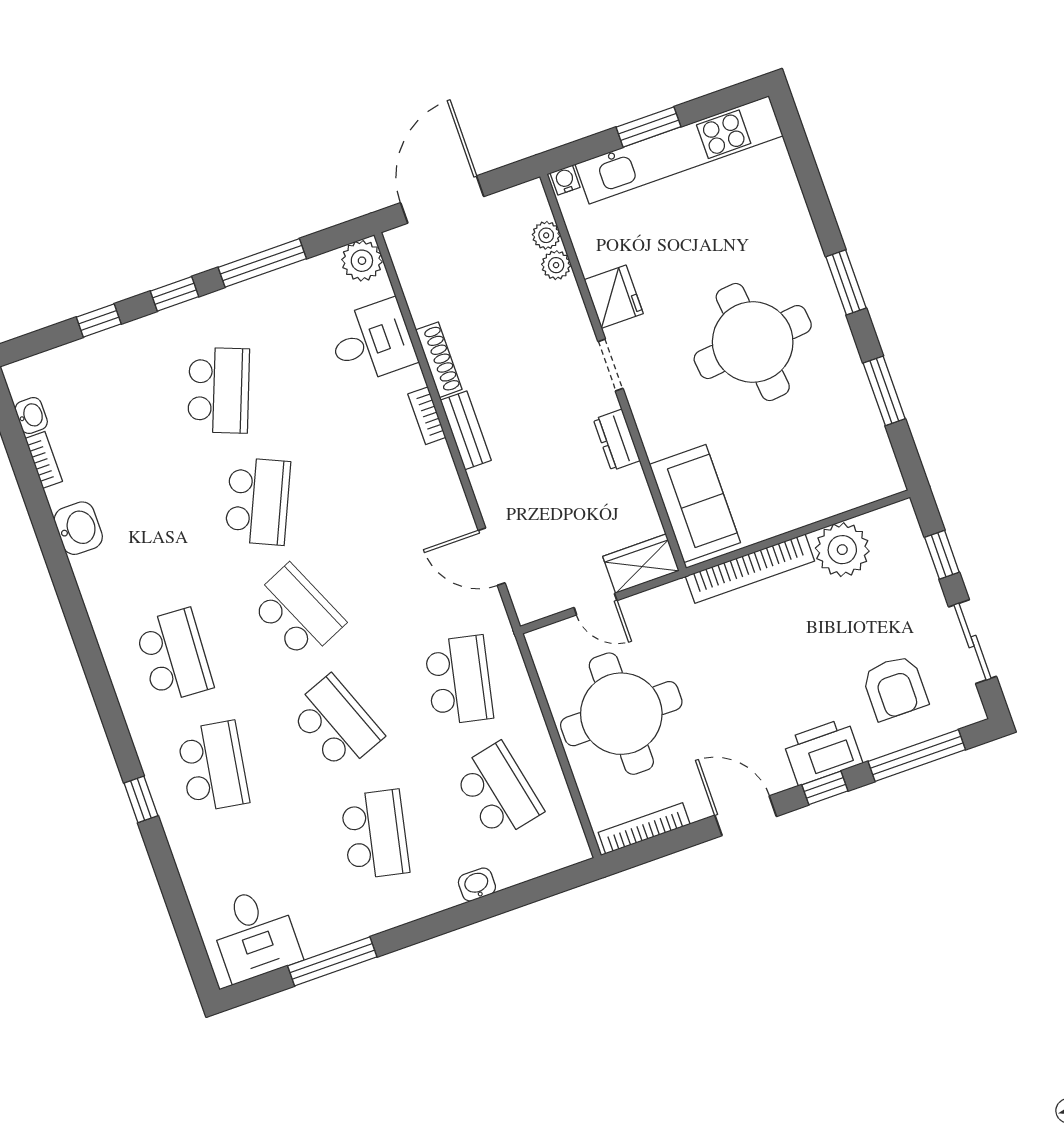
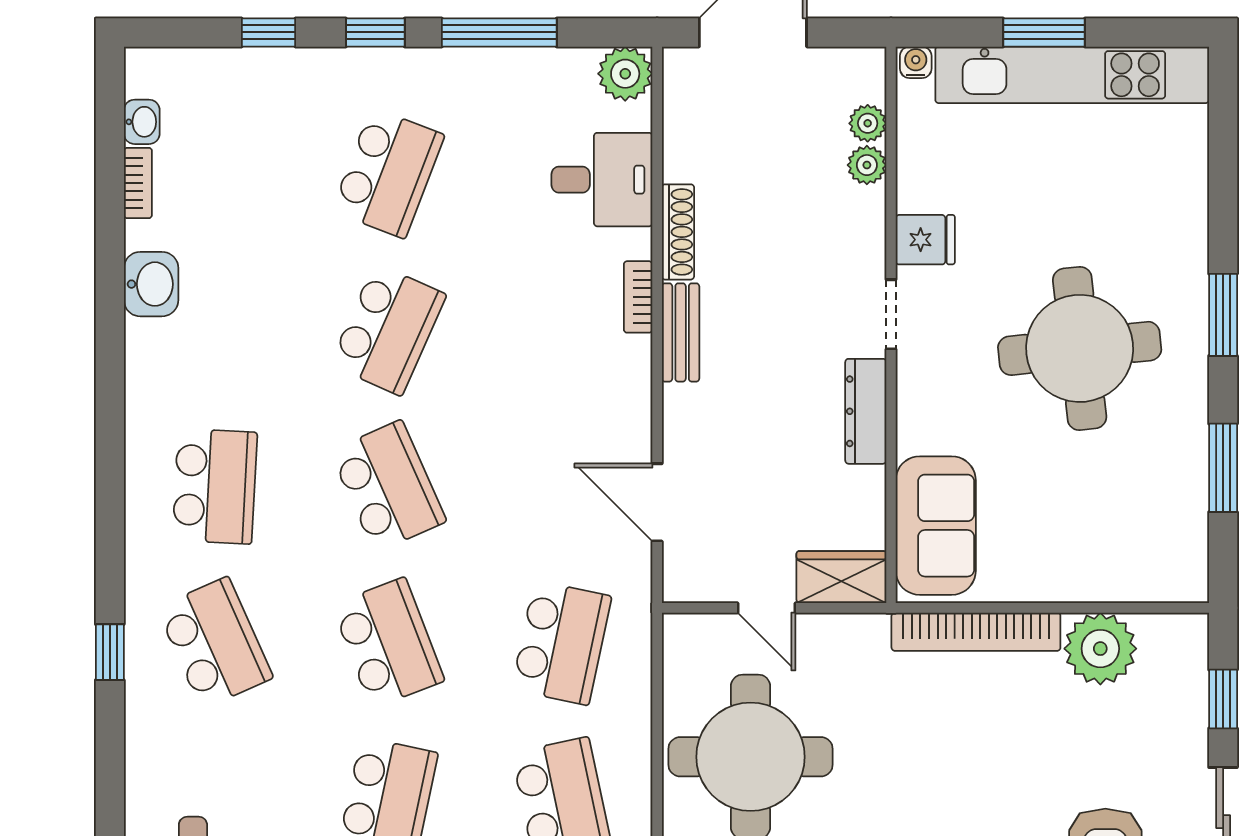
fridge: (614, 297) -> (925, 240), width x0.72
dresser: (617, 440) -> (866, 411), width x1.44
school desk: (213, 767) -> (215, 643), turned -33

